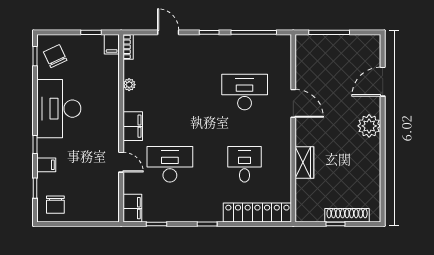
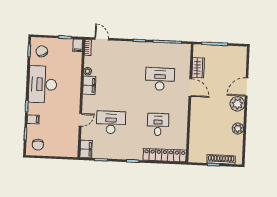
door: (168, 32) -> (102, 39), moved
door: (383, 82) -> (247, 87), moved
filing cabinet: (133, 126) -> (89, 85), moved
door: (121, 162) -> (80, 120), hinge flipped
wardrobe: (304, 163) -> (198, 68), moved
plant: (372, 165) -> (238, 129), added

